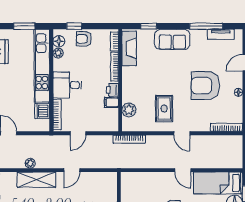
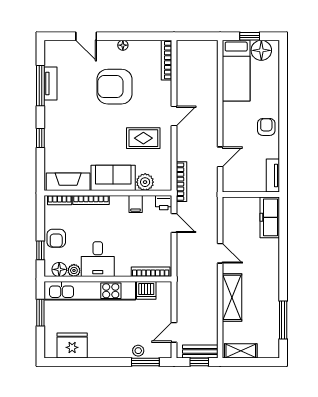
window: (149, 26) -> (40, 138), moved
tv unit: (221, 34) -> (51, 83), moved
sofa: (172, 39) -> (113, 178), moved, turned -90
desk: (67, 85) -> (98, 259), moved
armchair: (205, 86) -> (115, 87), turned 90
printer: (112, 90) -> (164, 203), moved
door: (78, 133) -> (174, 223), moved
plant: (30, 163) -> (212, 305), removed
door: (183, 170) -> (220, 157), moved

